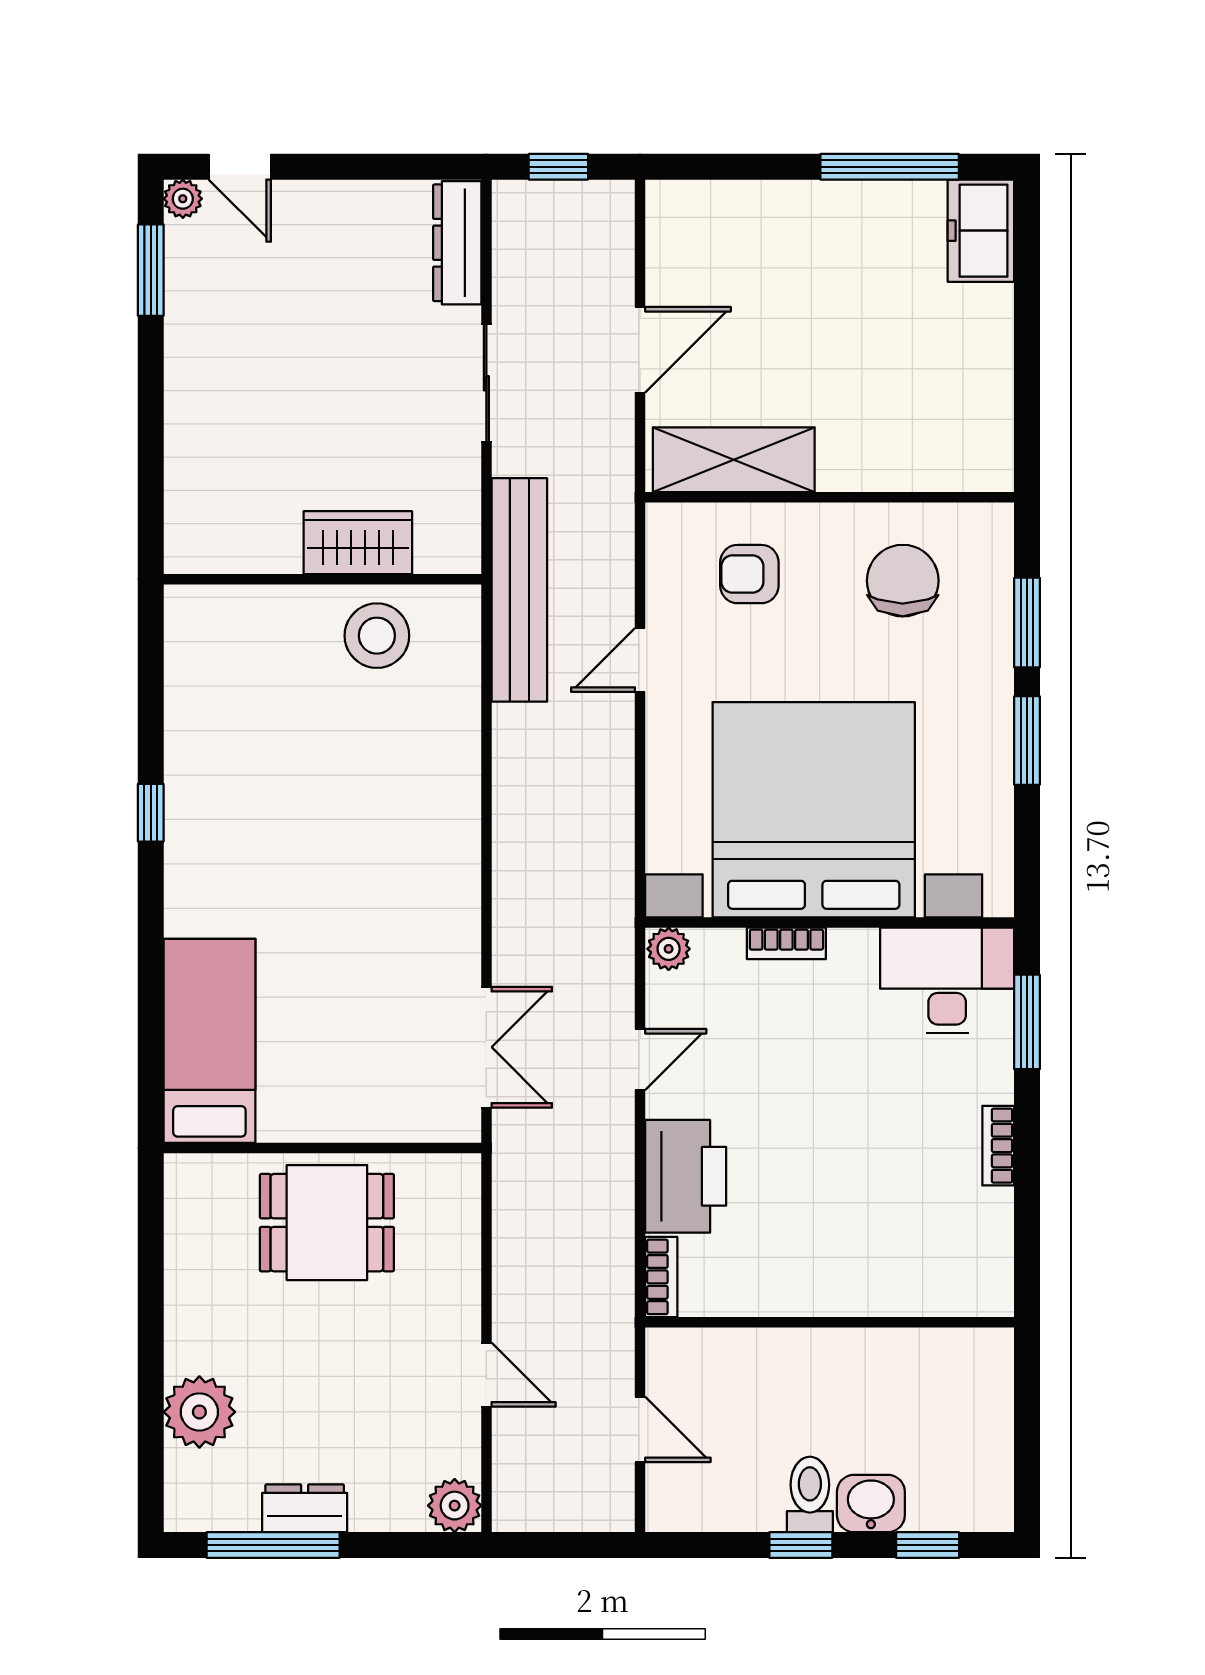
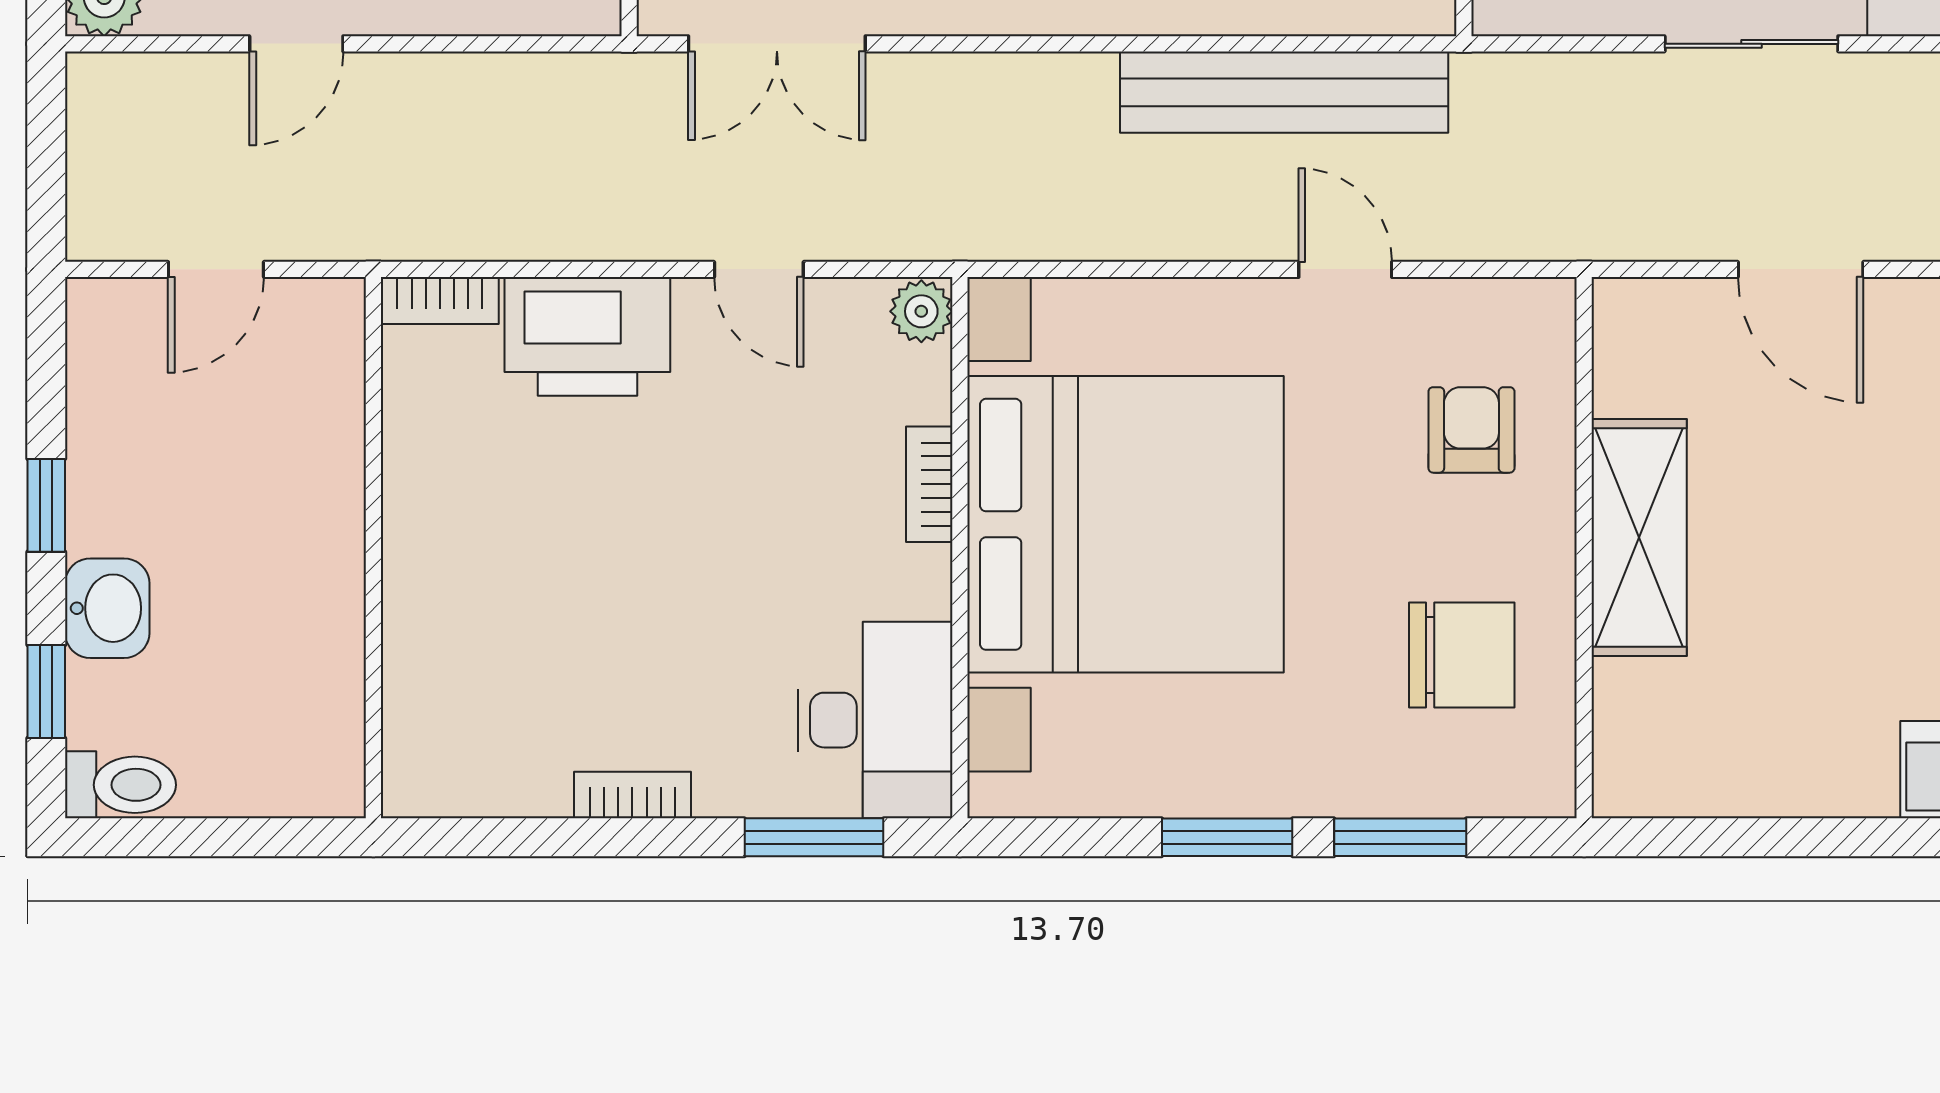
shelving: (734, 460) -> (1639, 537), moved
bench: (519, 590) -> (1284, 92), moved
toilet: (810, 1494) -> (120, 785), moved

